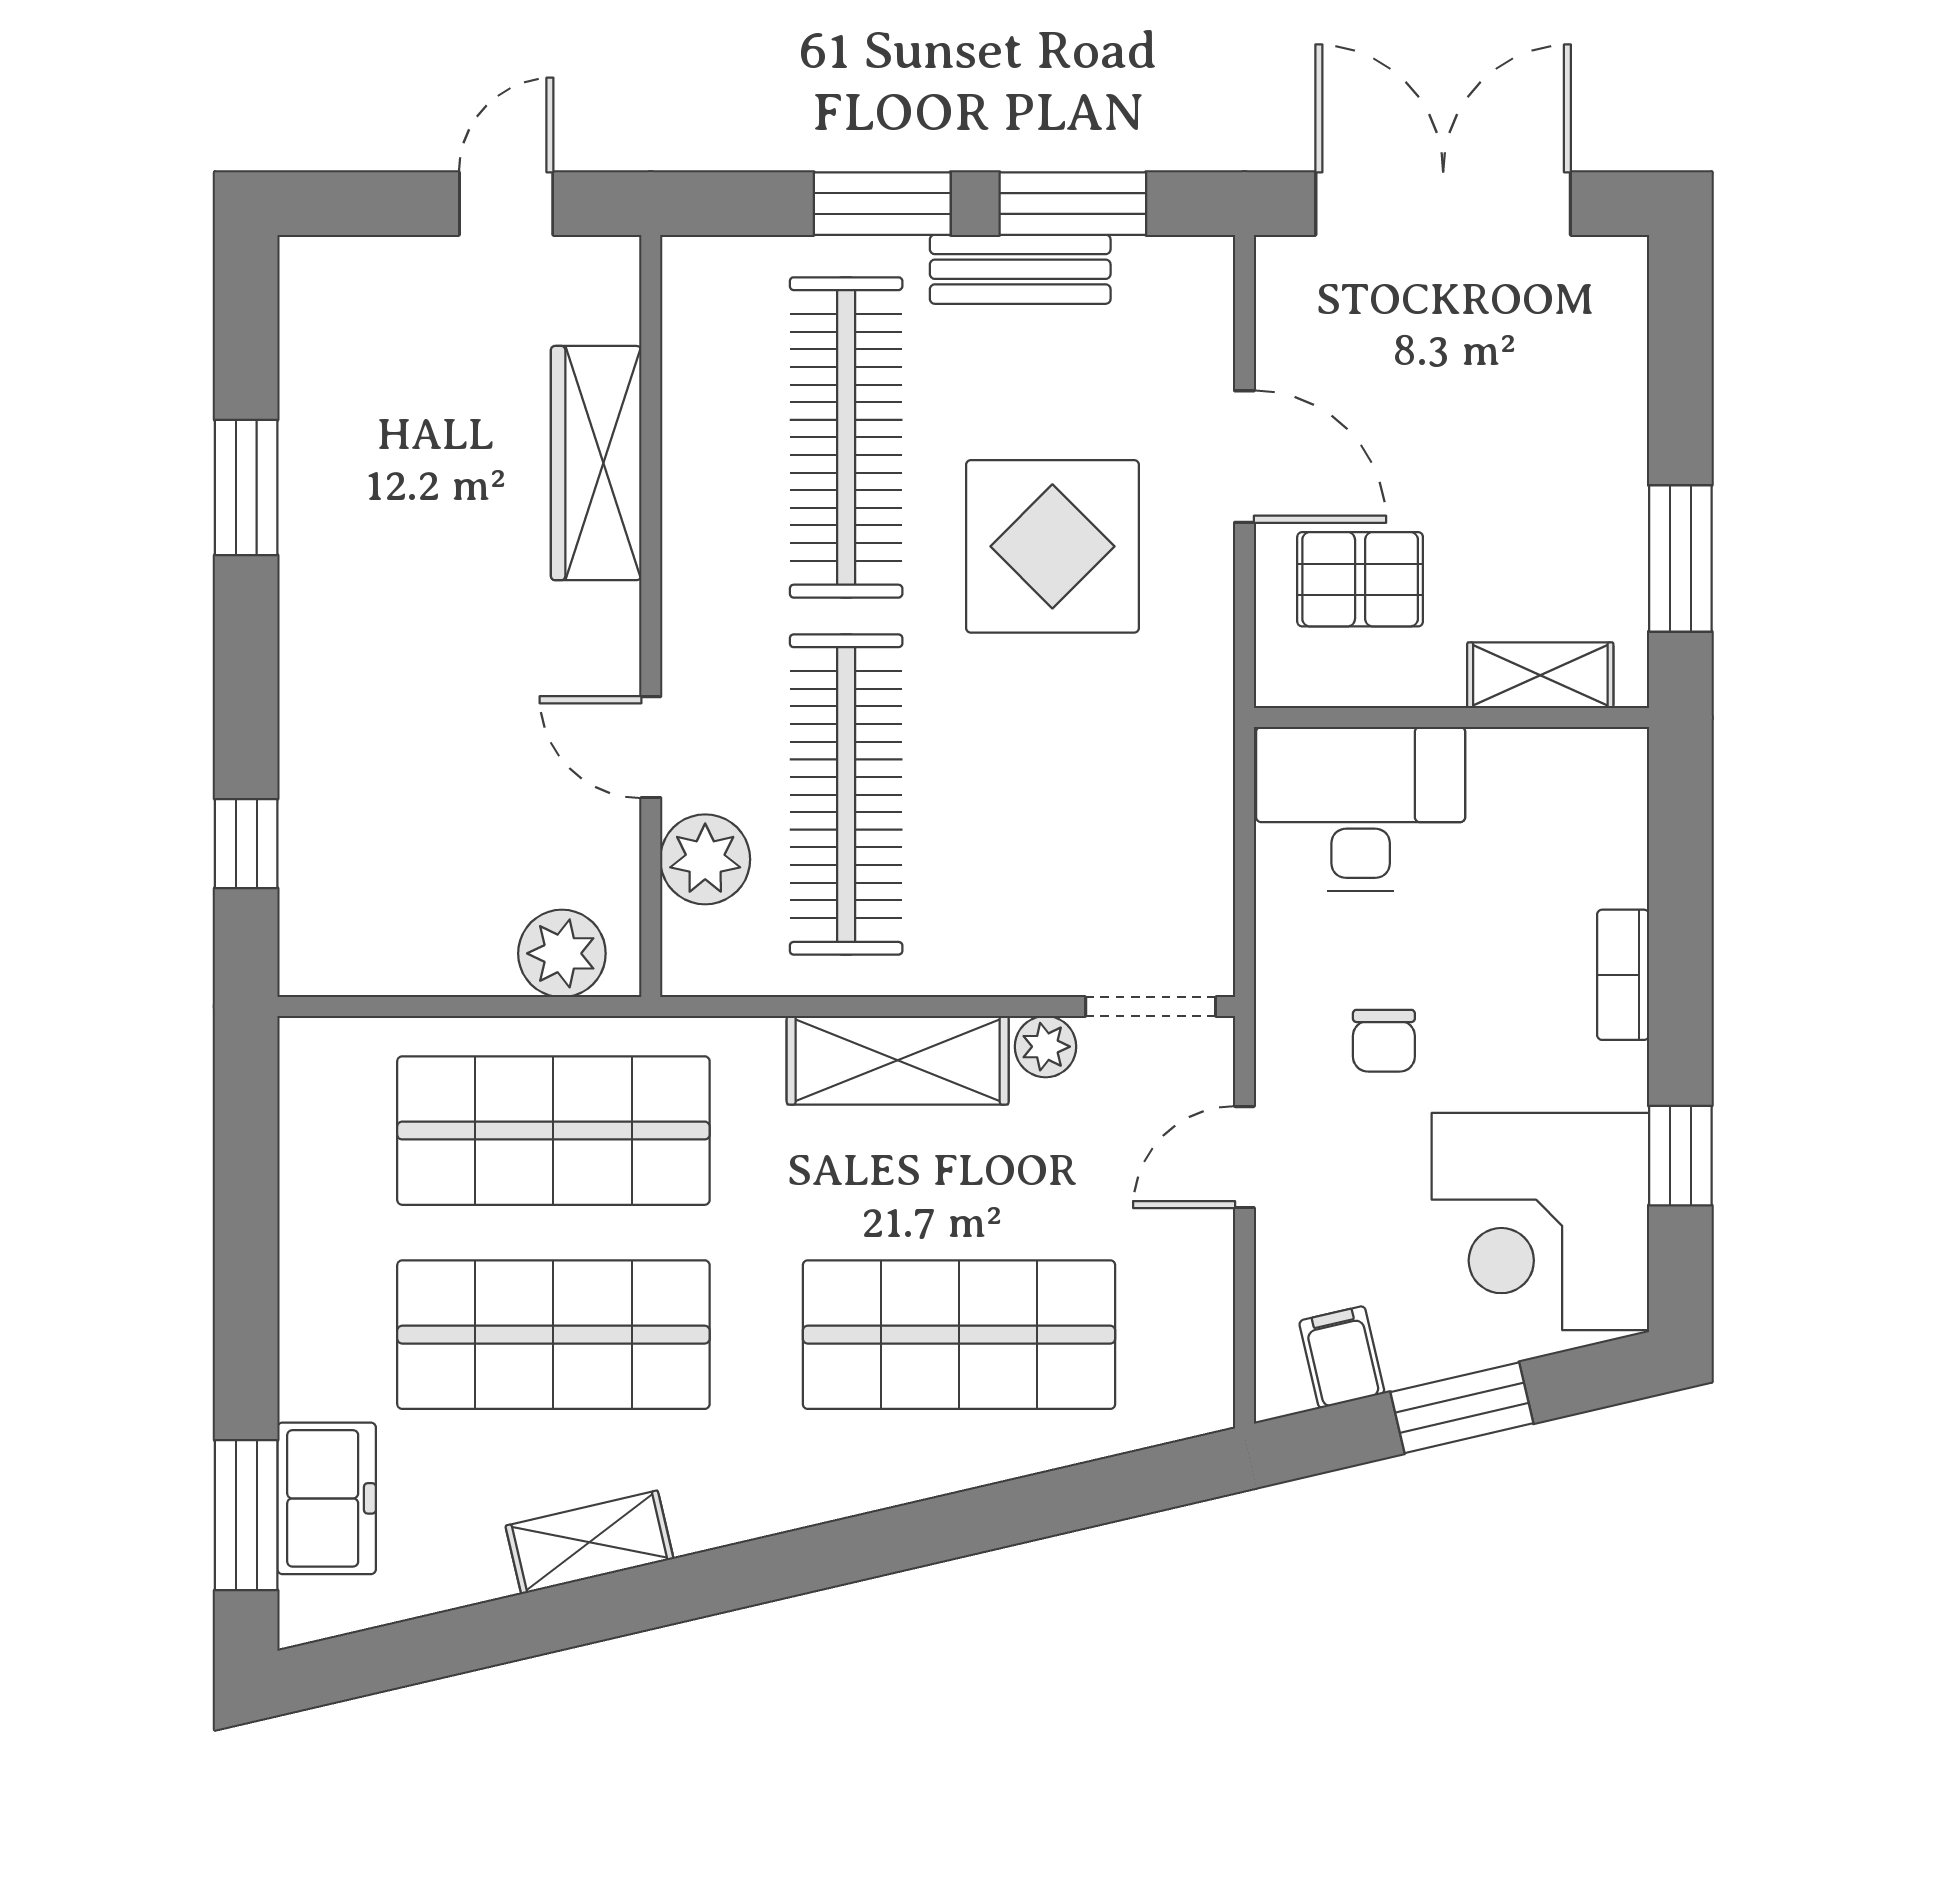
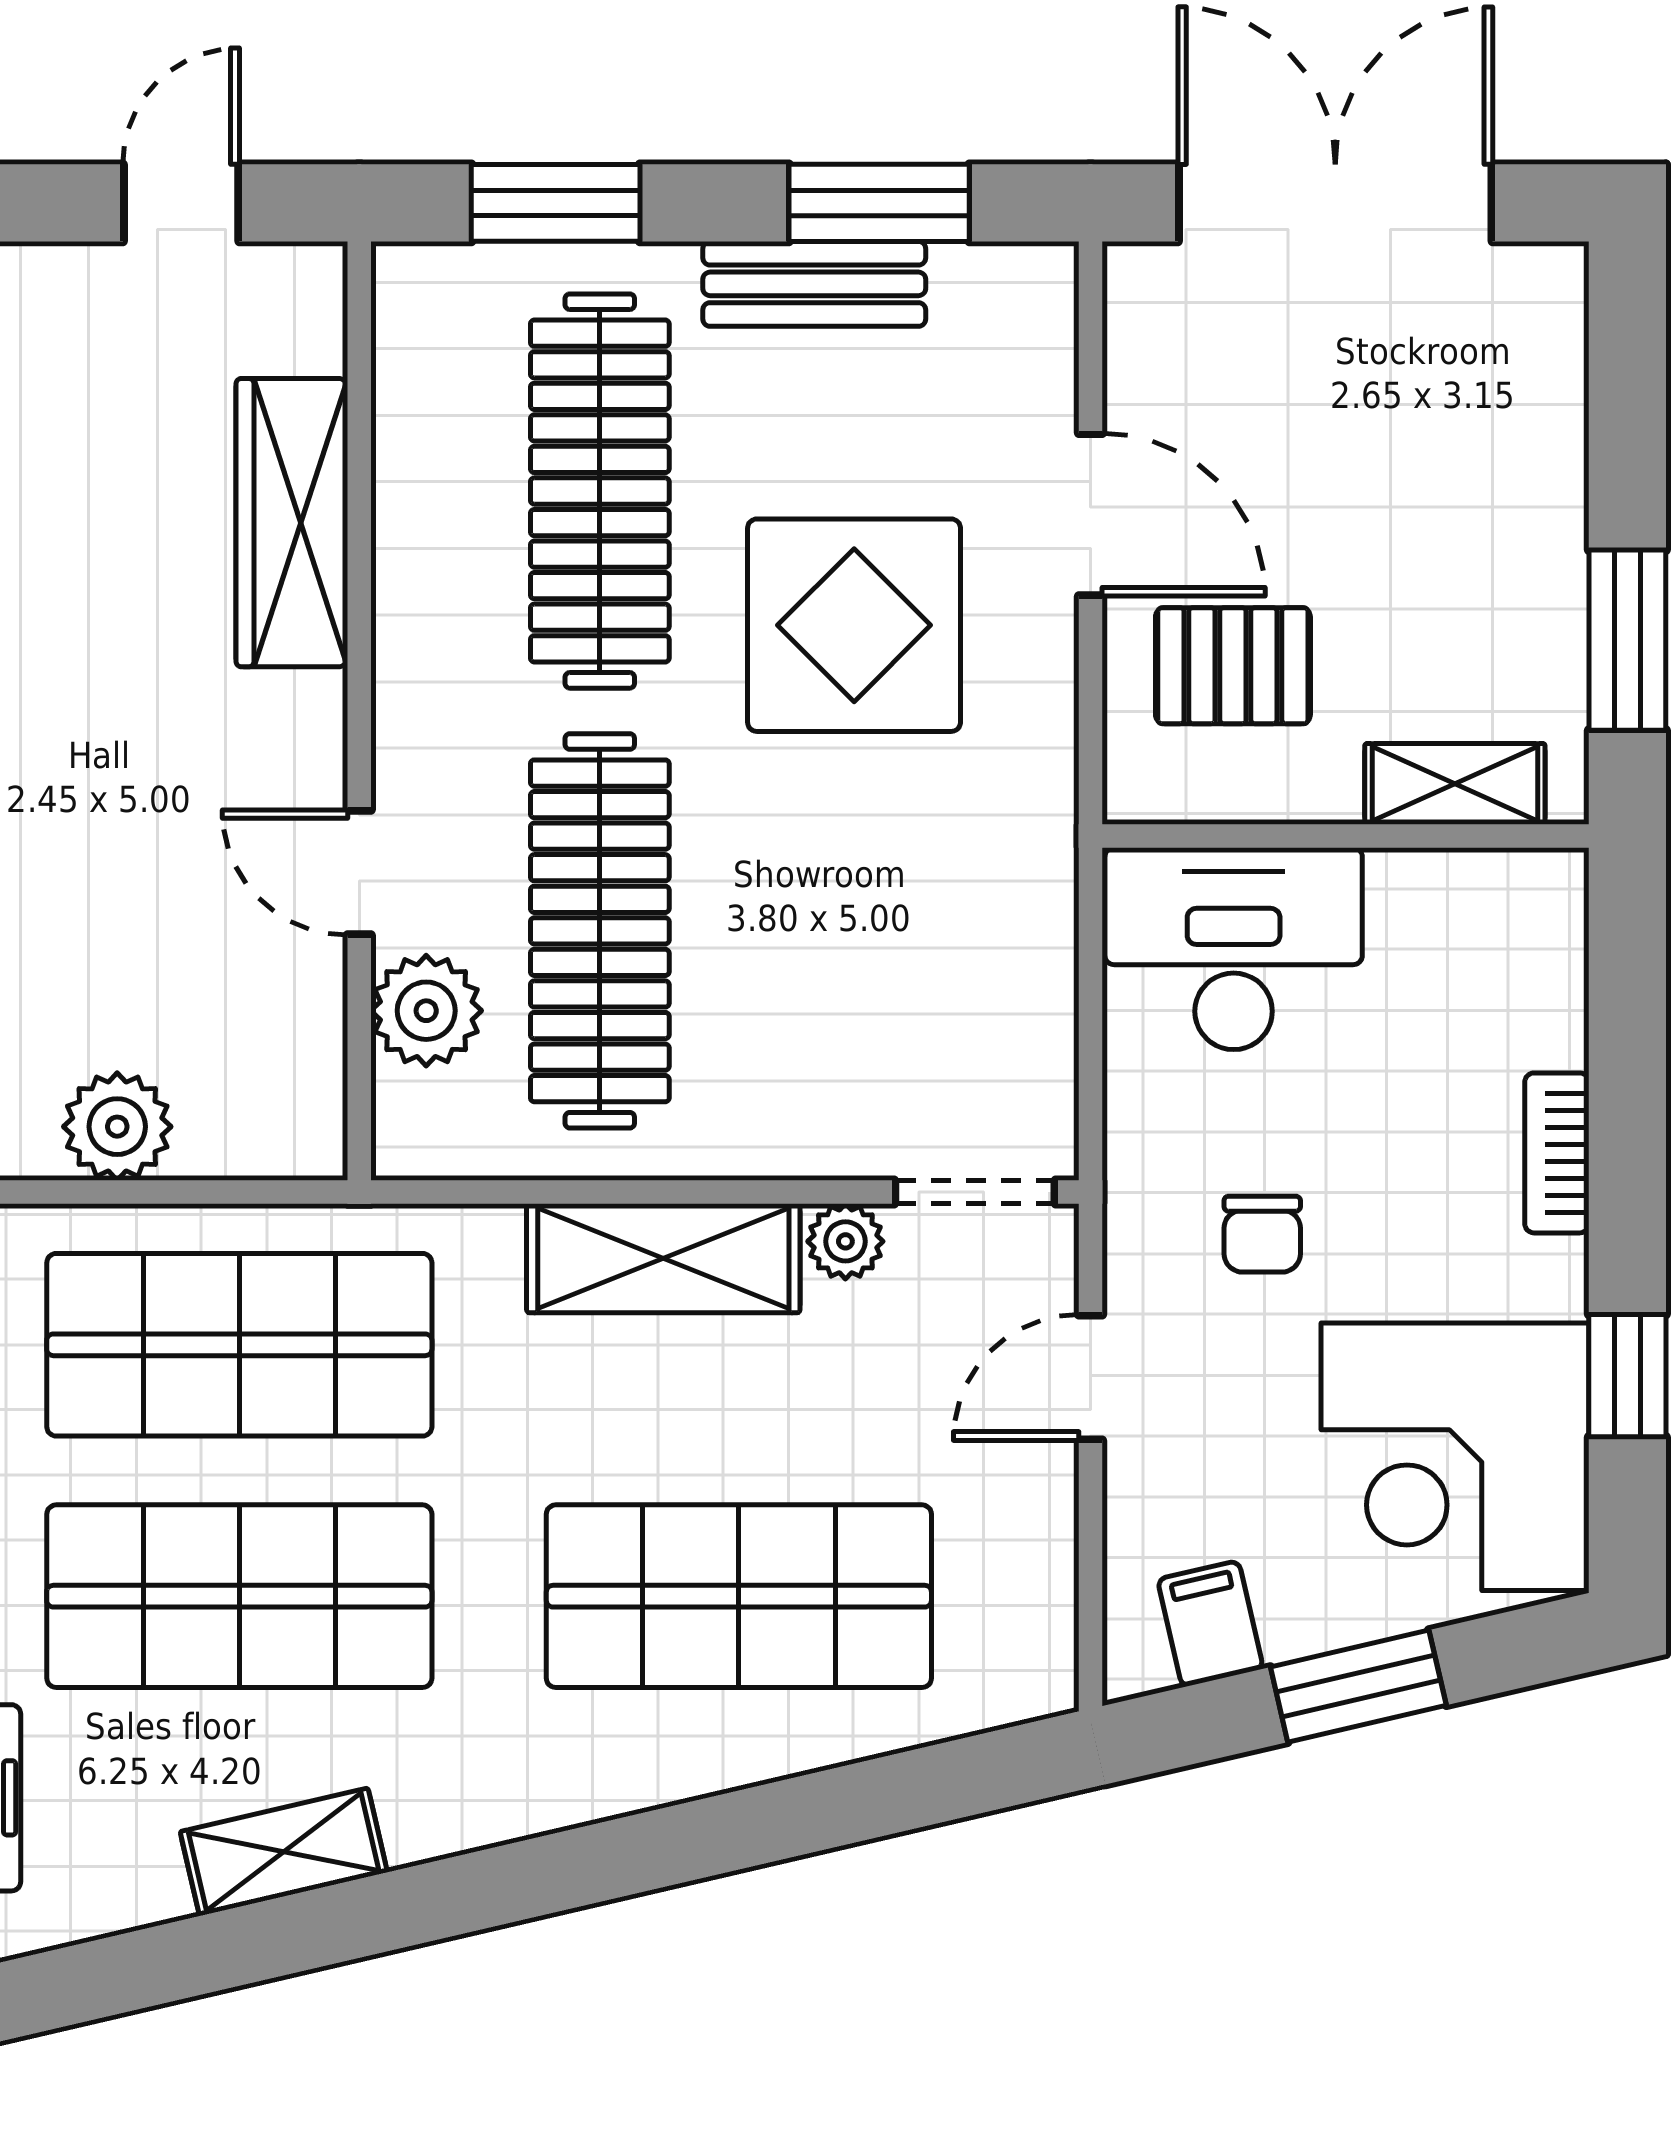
window: (882, 204) -> (556, 203), moved
plant: (562, 953) -> (117, 1127), moved

